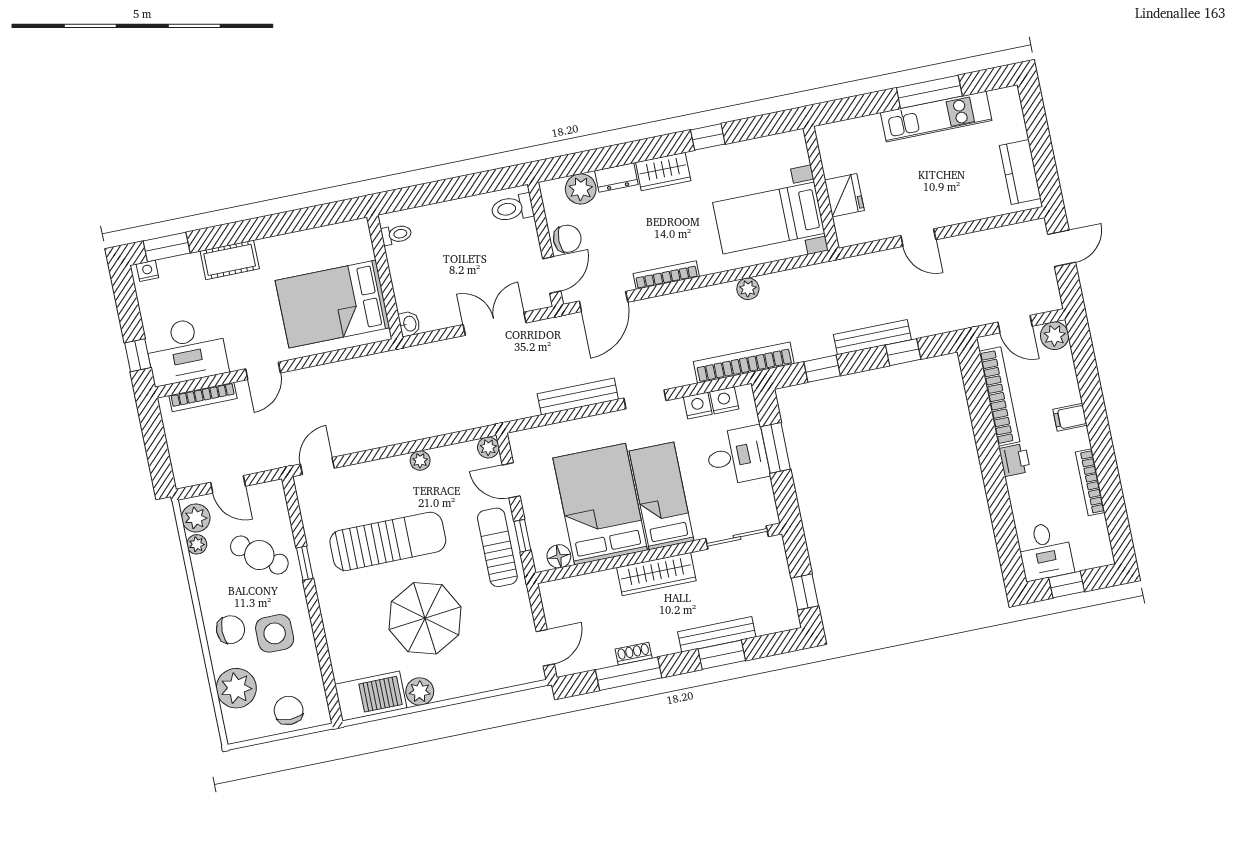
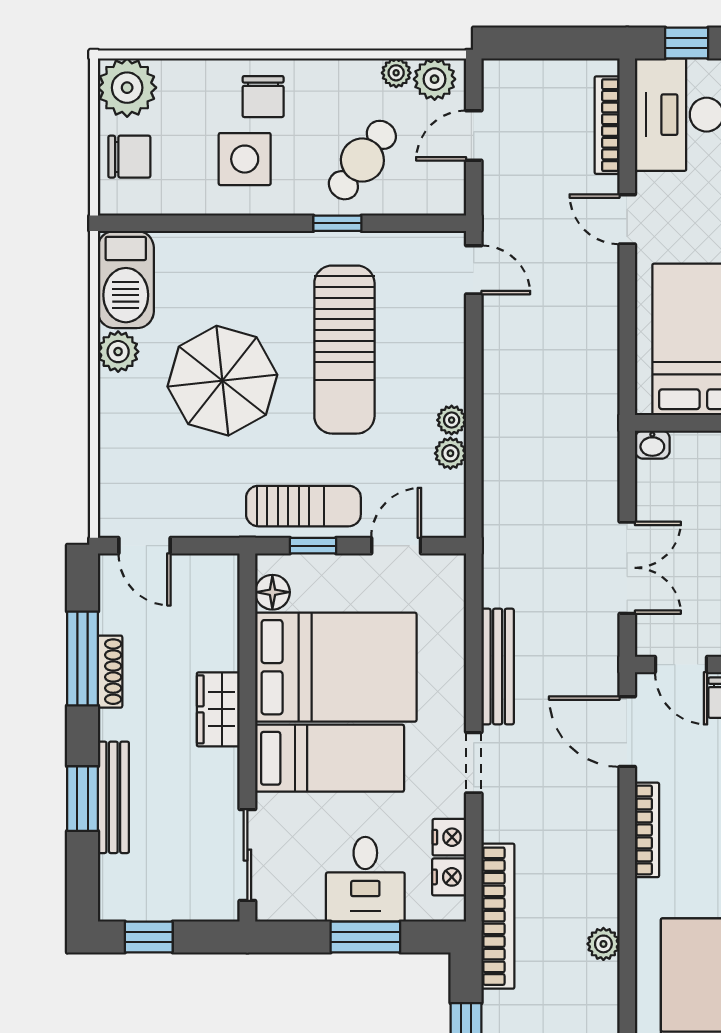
plant: (488, 447) -> (450, 453), moved
wardrobe: (656, 574) -> (218, 709), width x0.67
shoe rack: (634, 654) -> (110, 672), width x1.43
plant: (236, 688) -> (127, 88), moved

